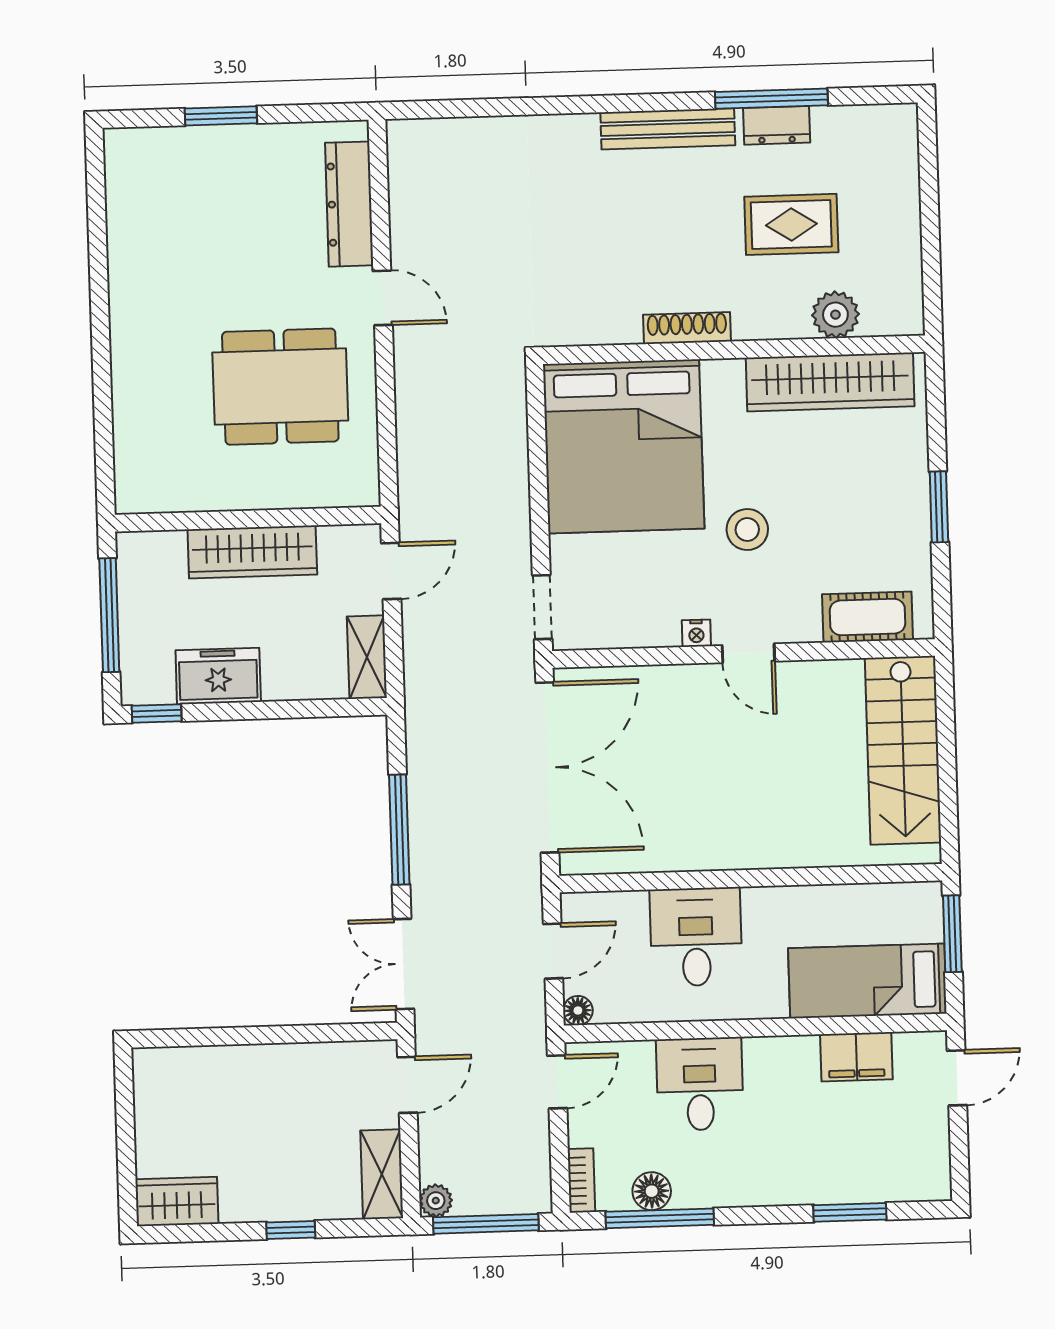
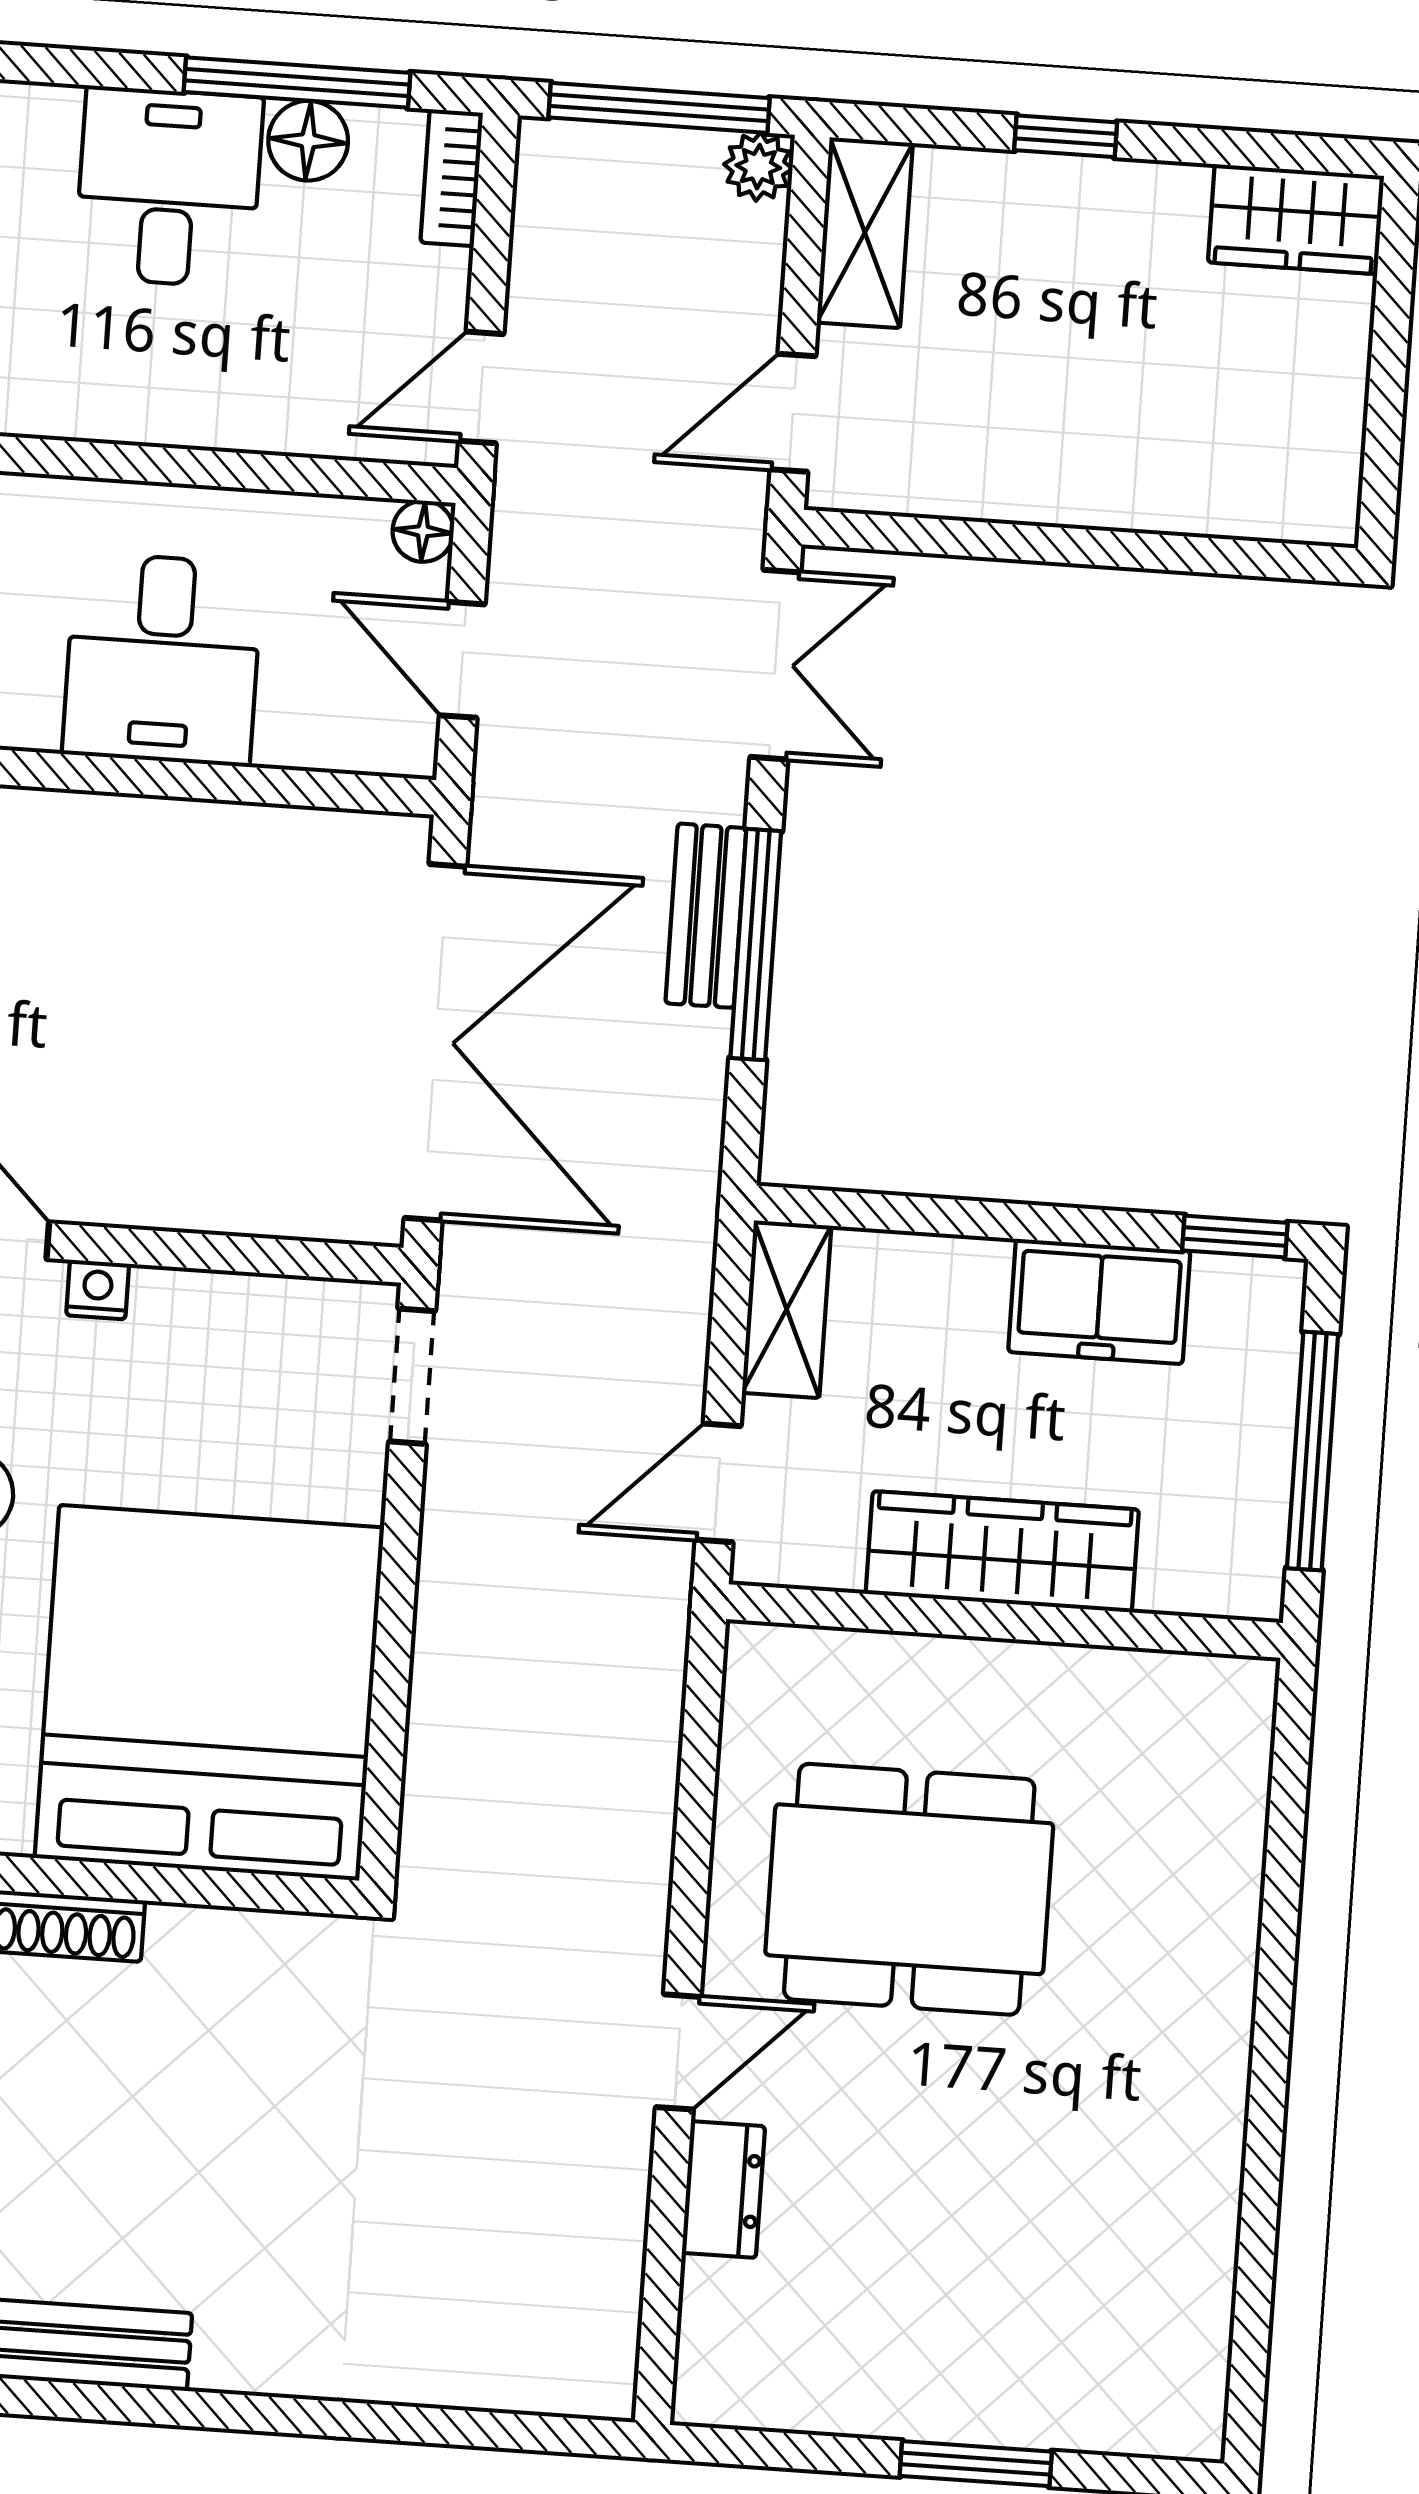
dresser: (349, 204) -> (723, 2190), width x0.51, depth x0.80
door: (383, 298) -> (678, 2052), swing flipped
double door: (547, 767) -> (435, 1042), swing flipped
bench: (424, 841) -> (706, 916), added
door: (553, 951) -> (462, 660), hinge flipped
desk: (700, 1084) -> (169, 187), moved, turned 180

